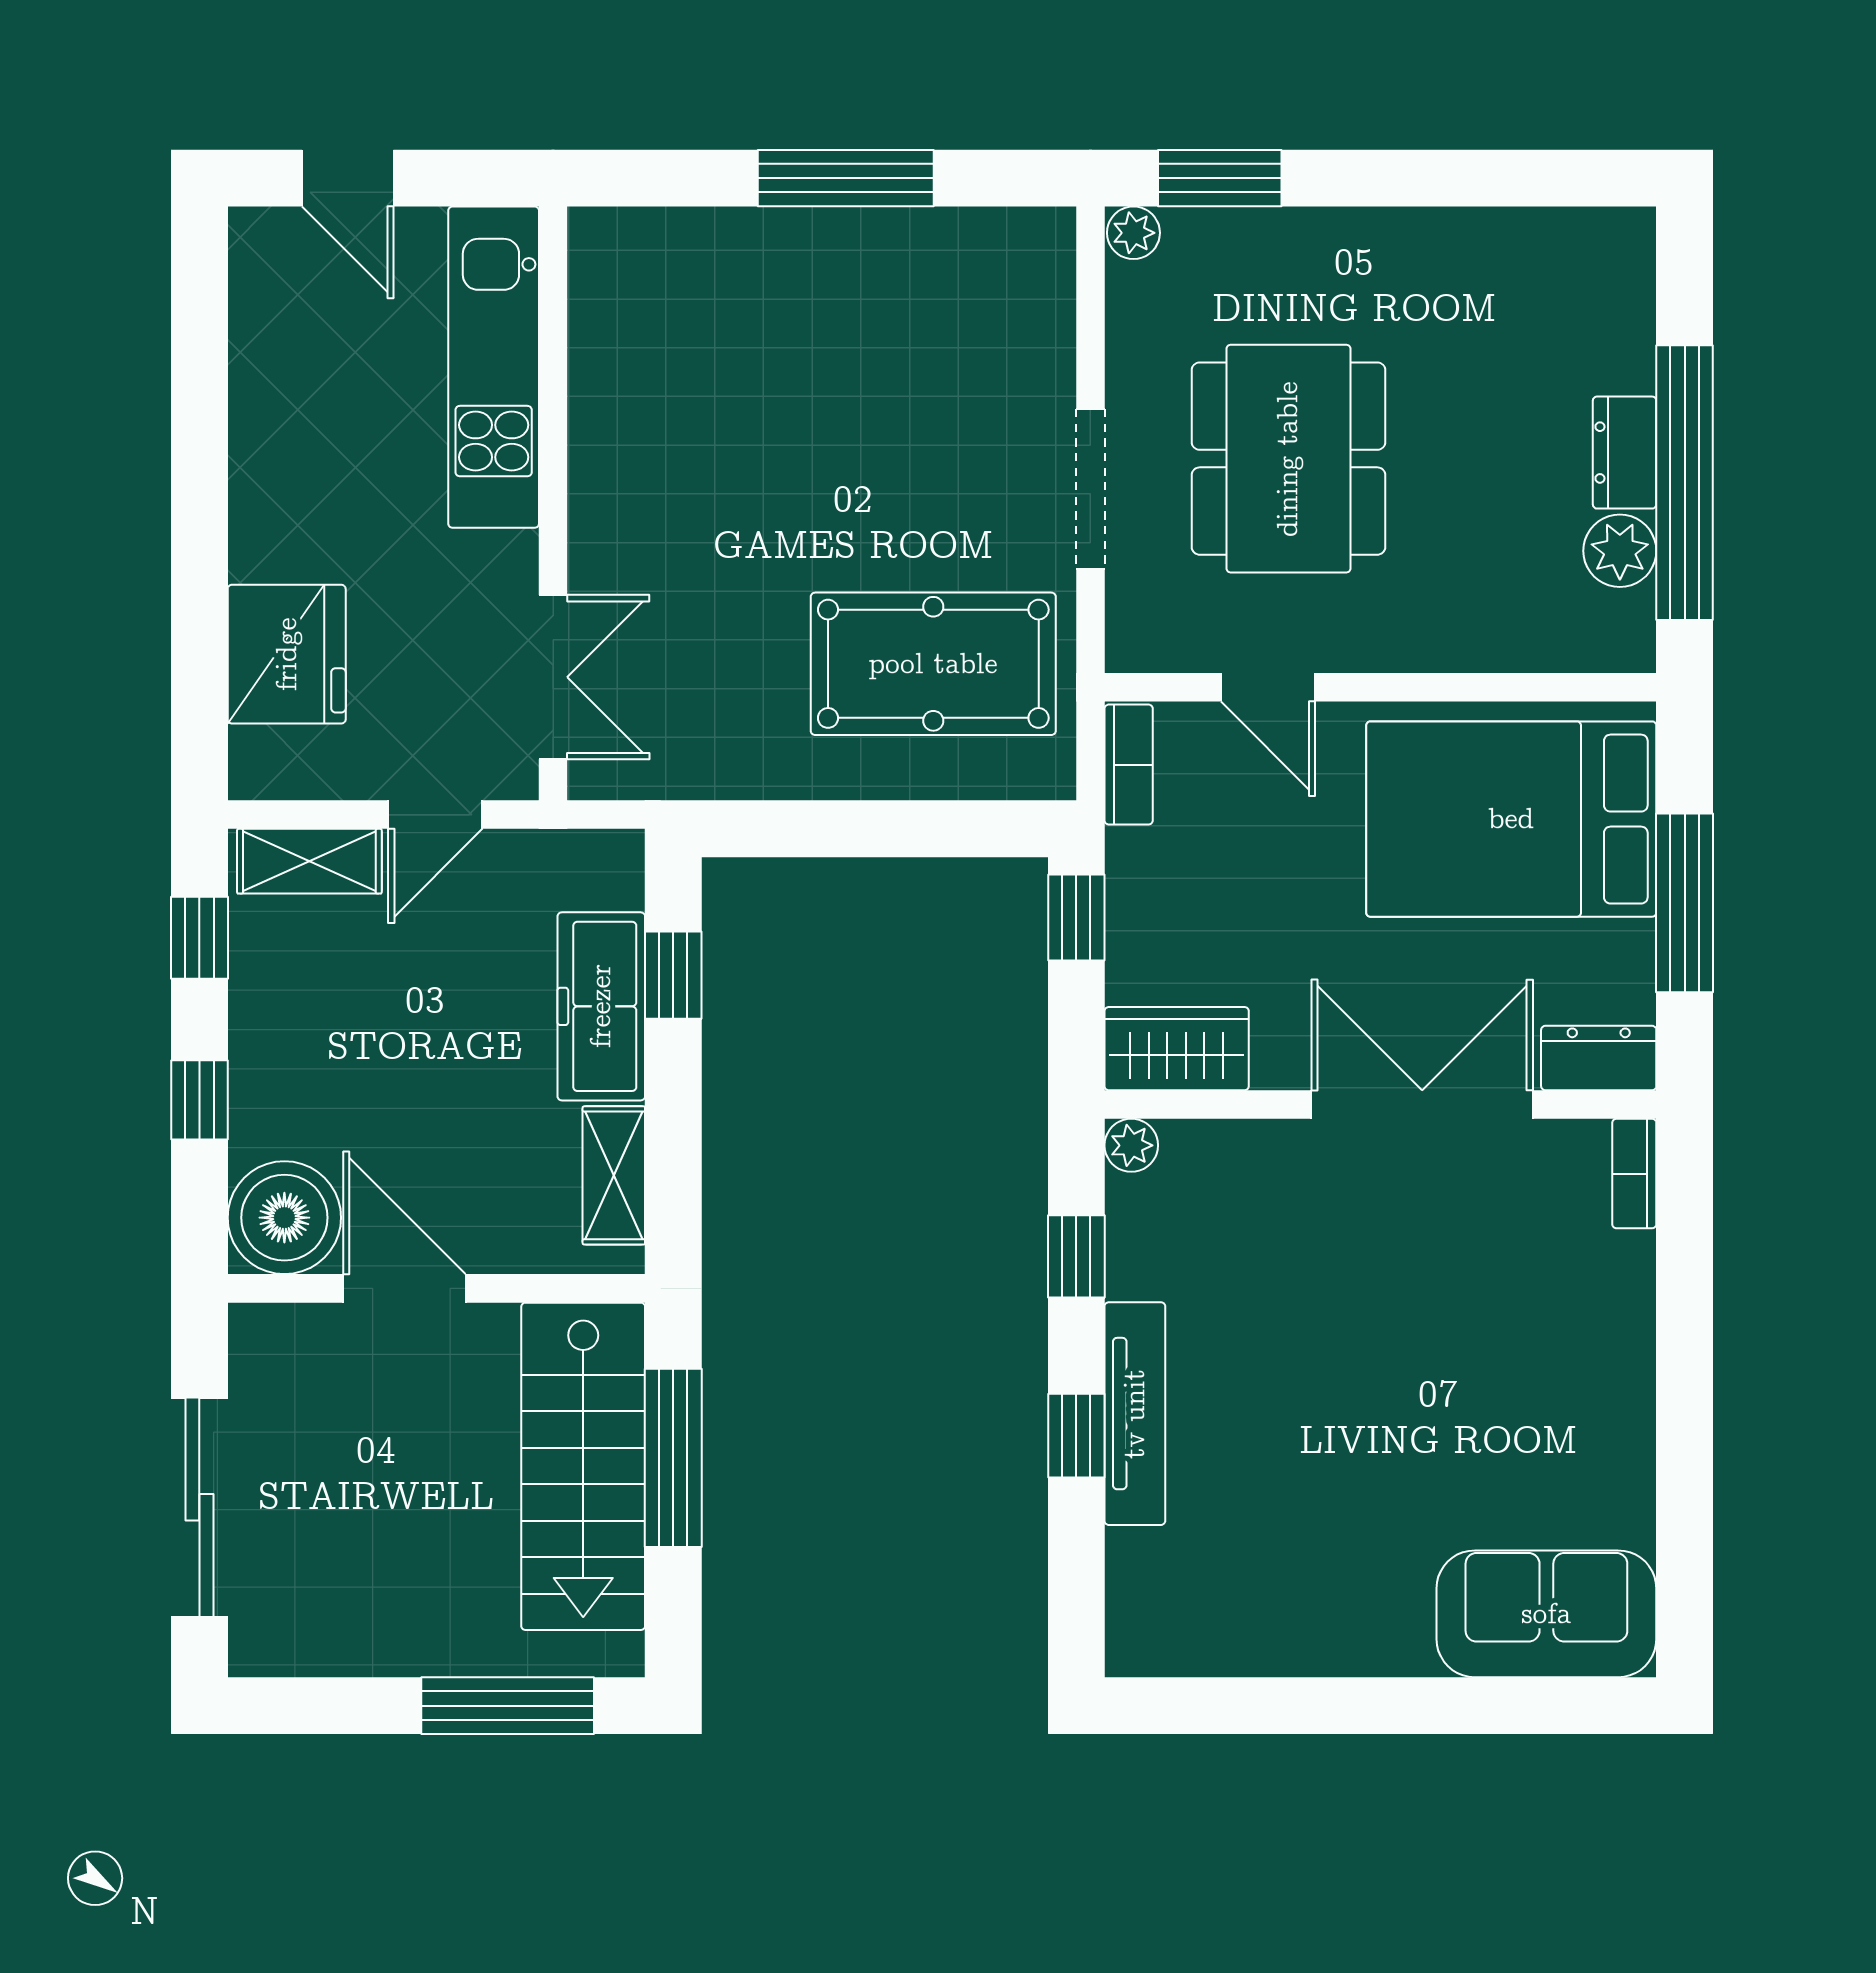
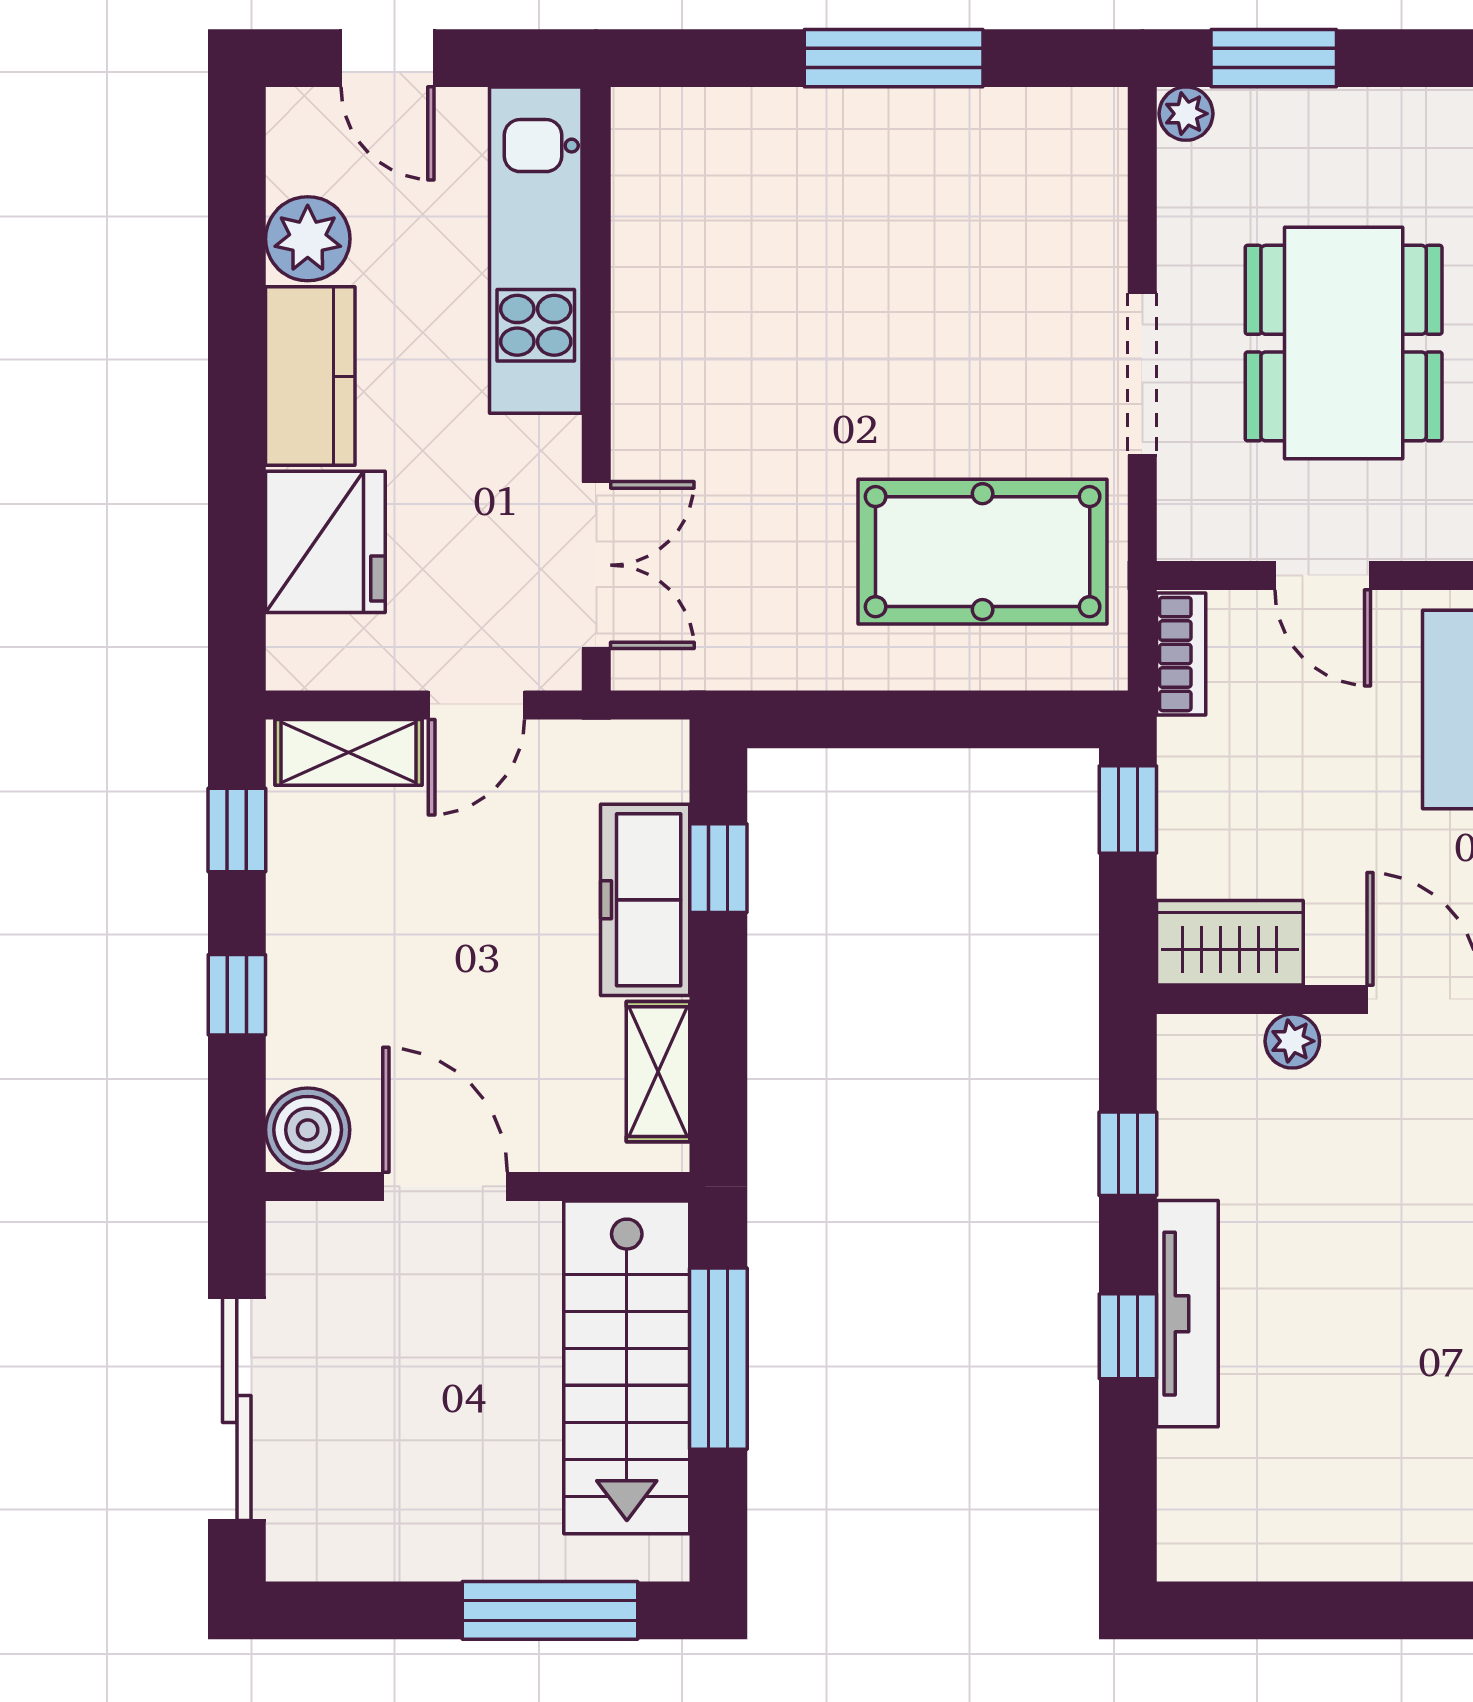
plant: (269, 356) -> (308, 239), added
kitchen counter: (272, 491) -> (310, 376), added
plant: (1131, 1145) -> (1292, 1041), moved
boiler: (284, 1218) -> (308, 1130), width x0.73, depth x0.73

